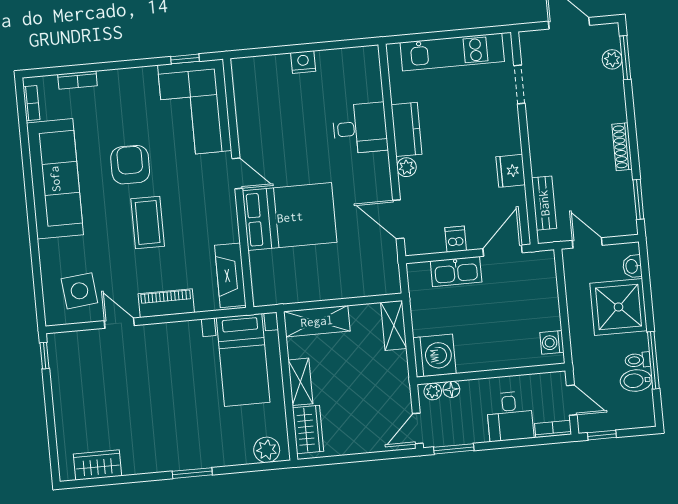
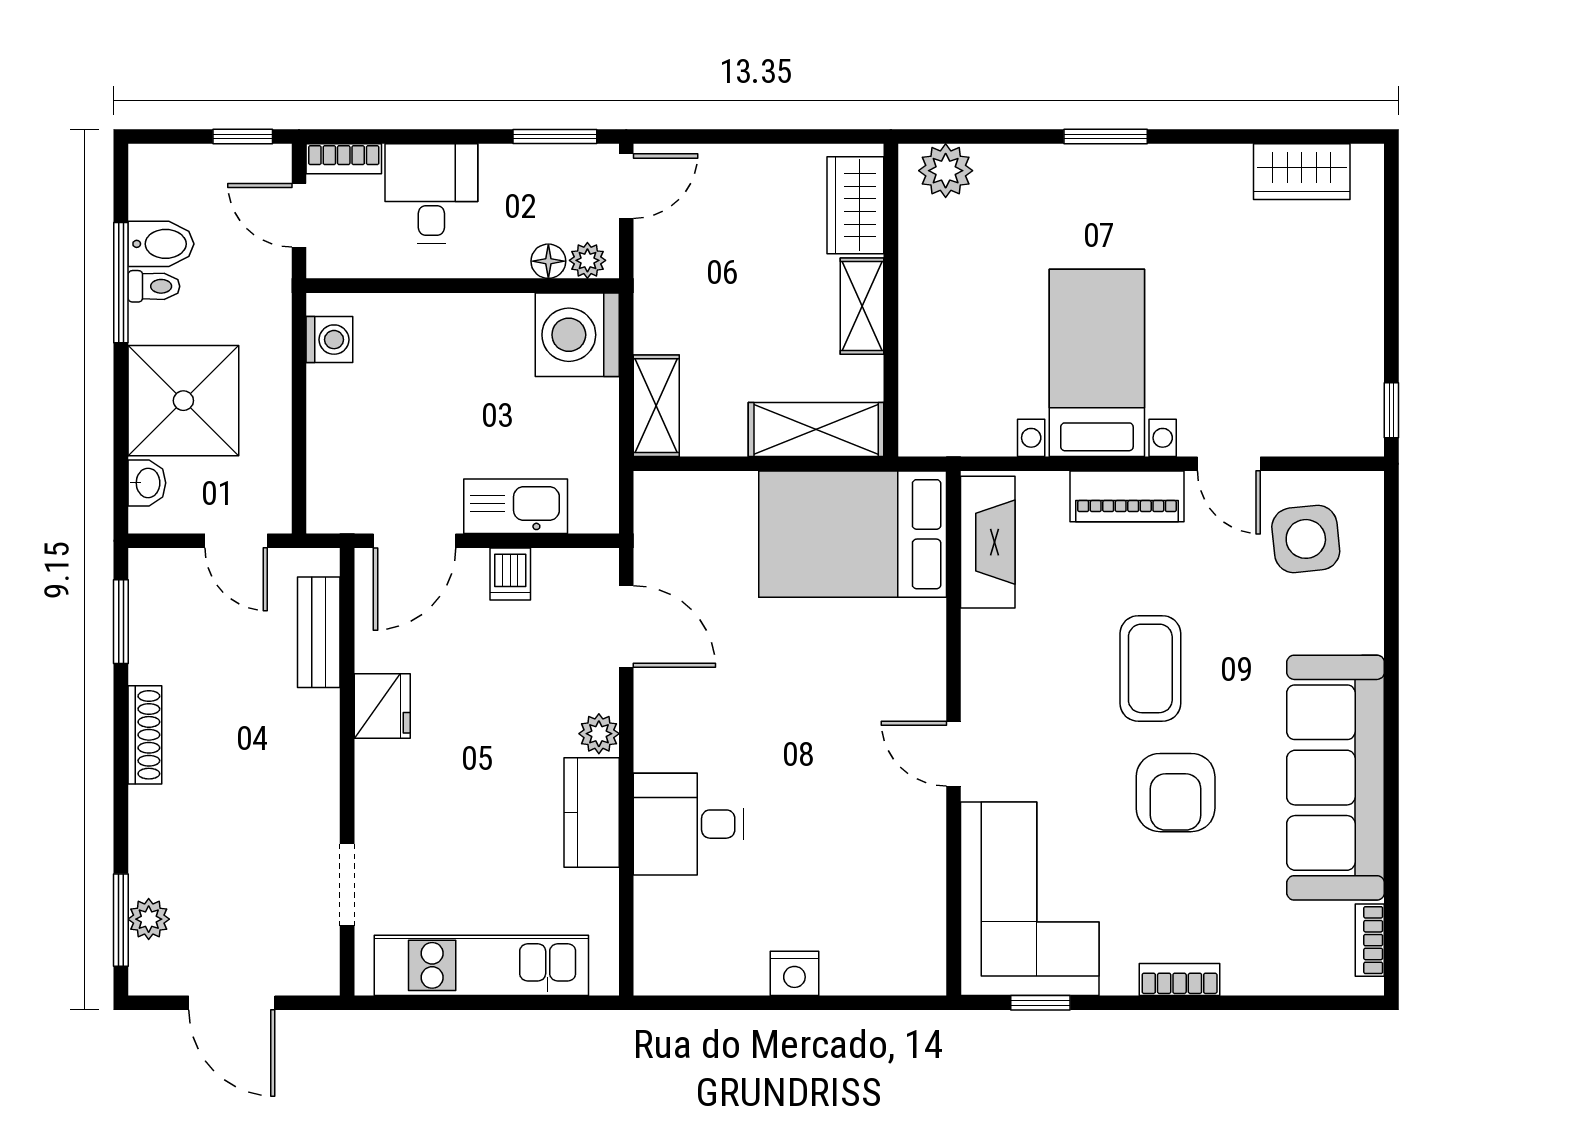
bookcase: (77, 80) -> (1180, 980), moved
bed: (290, 217) -> (853, 534), moved
bed with nightstands: (243, 360) -> (1097, 363), moved

